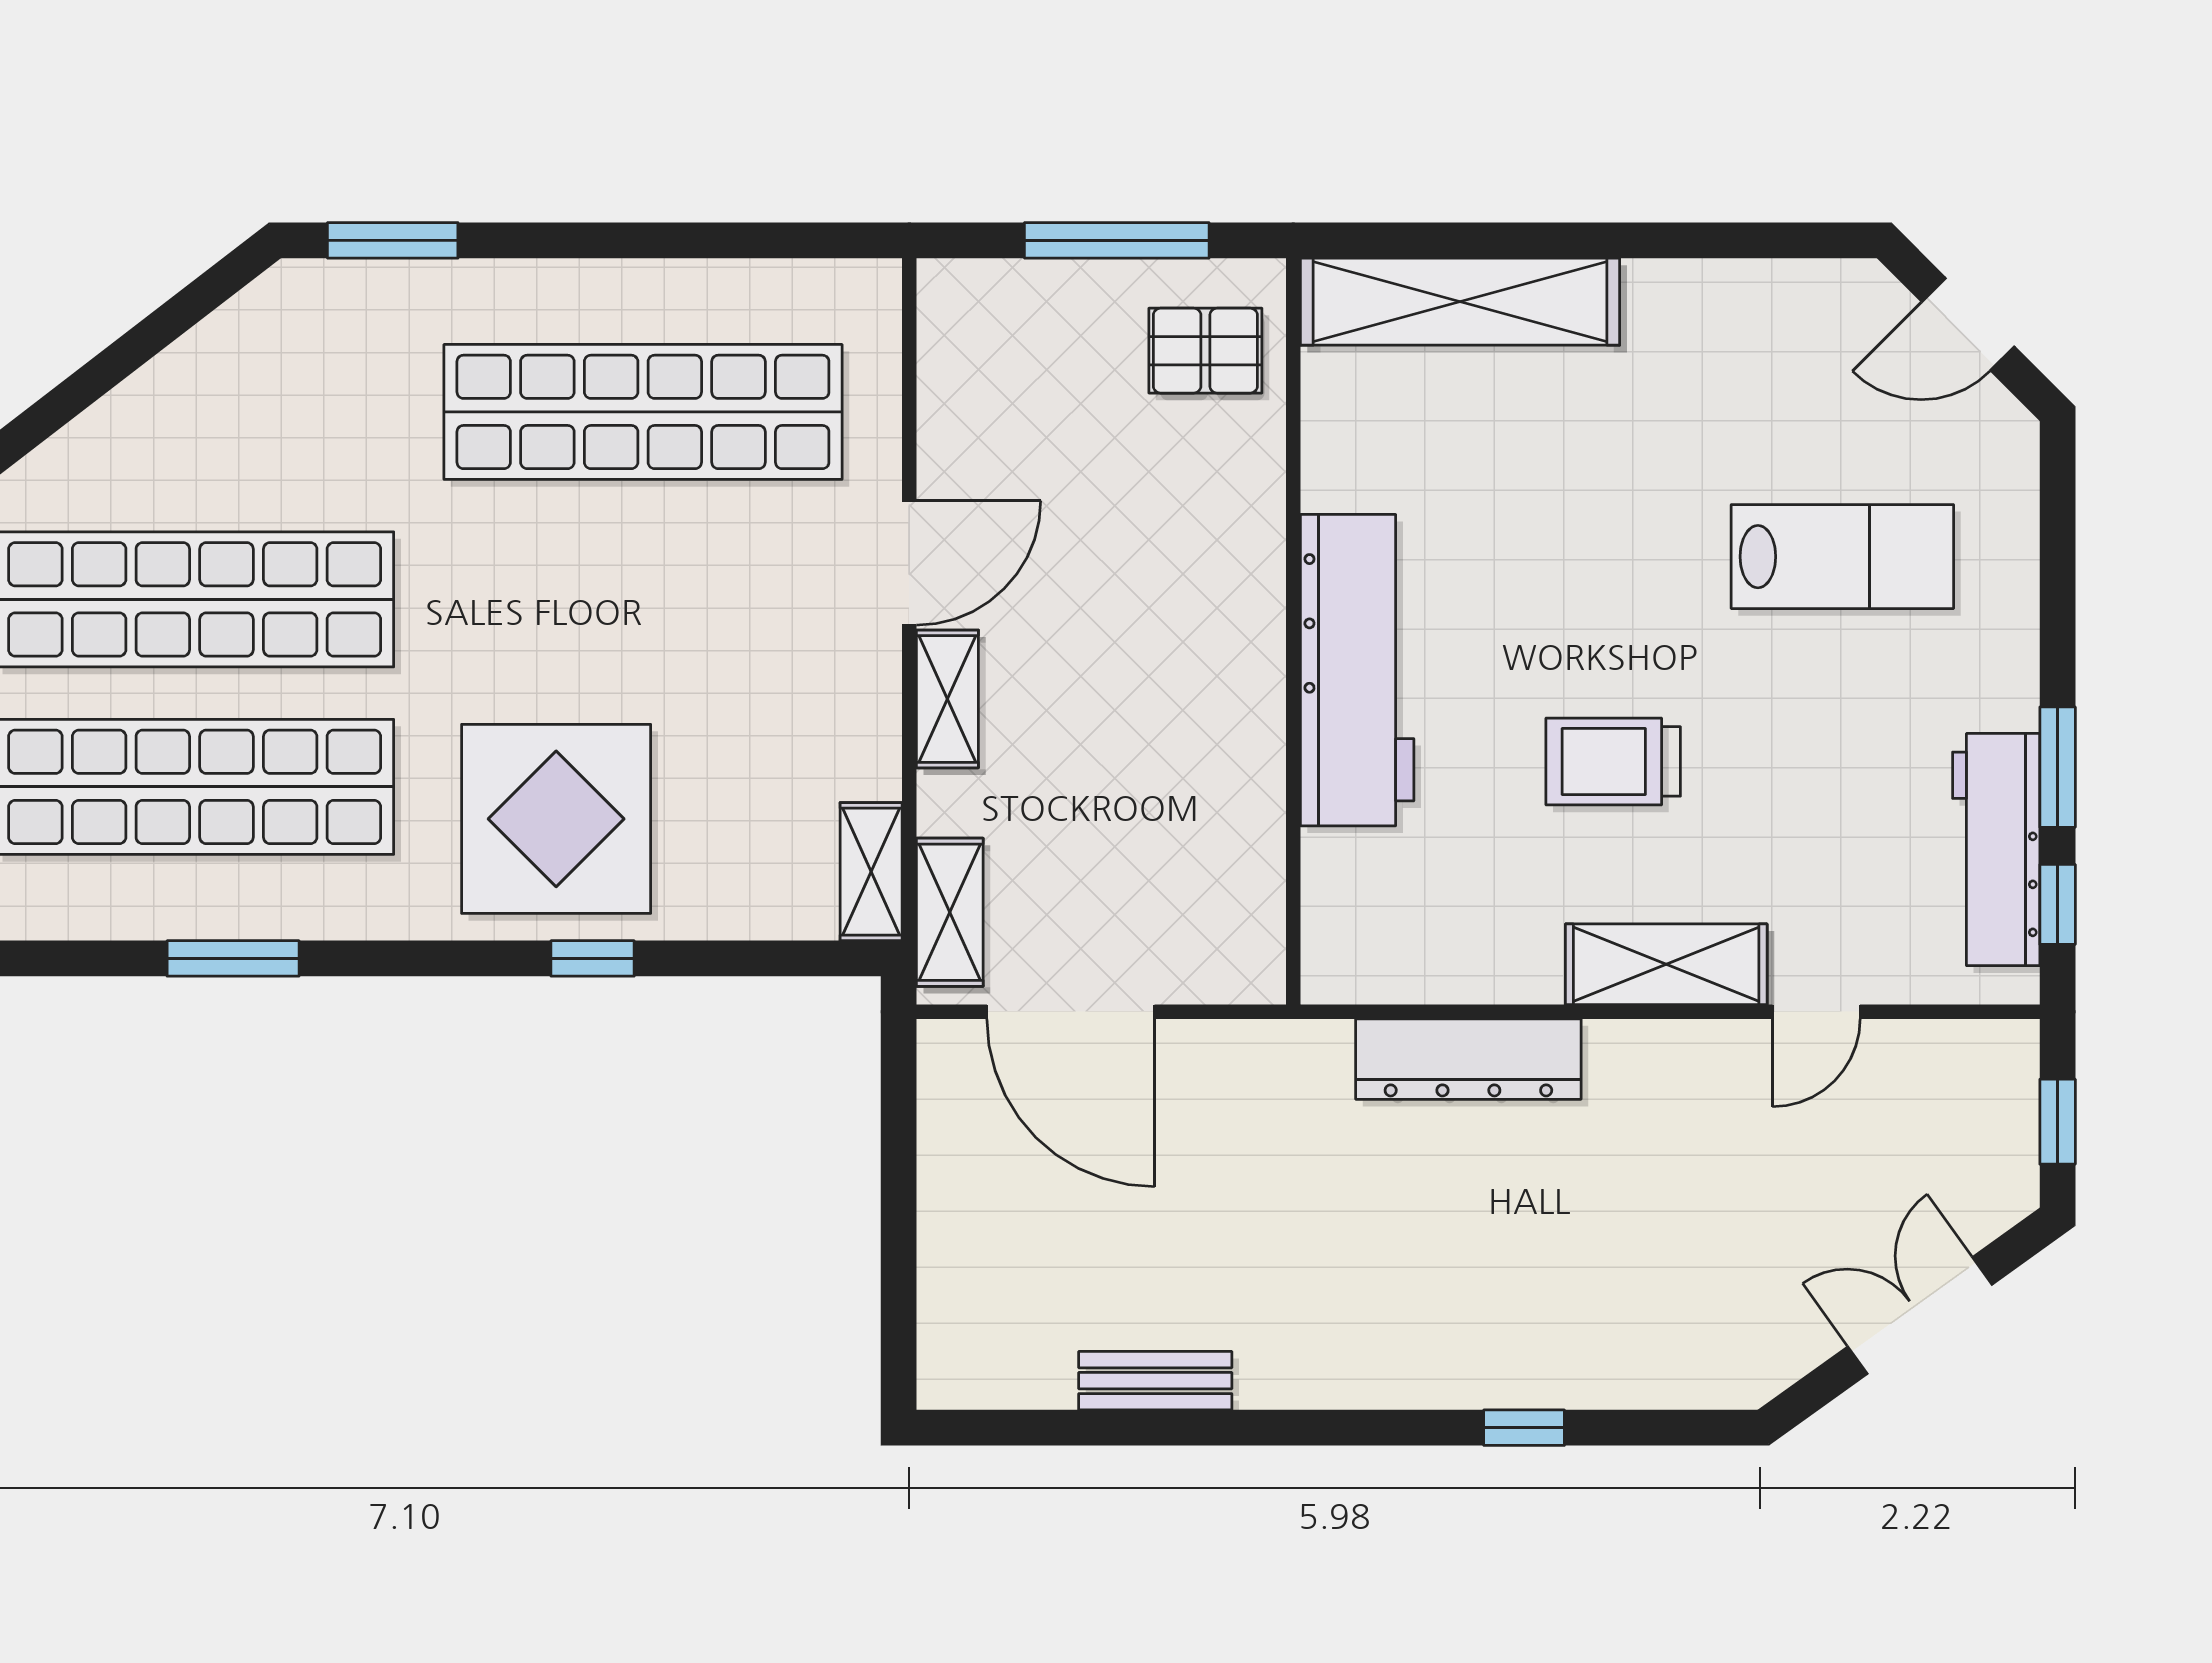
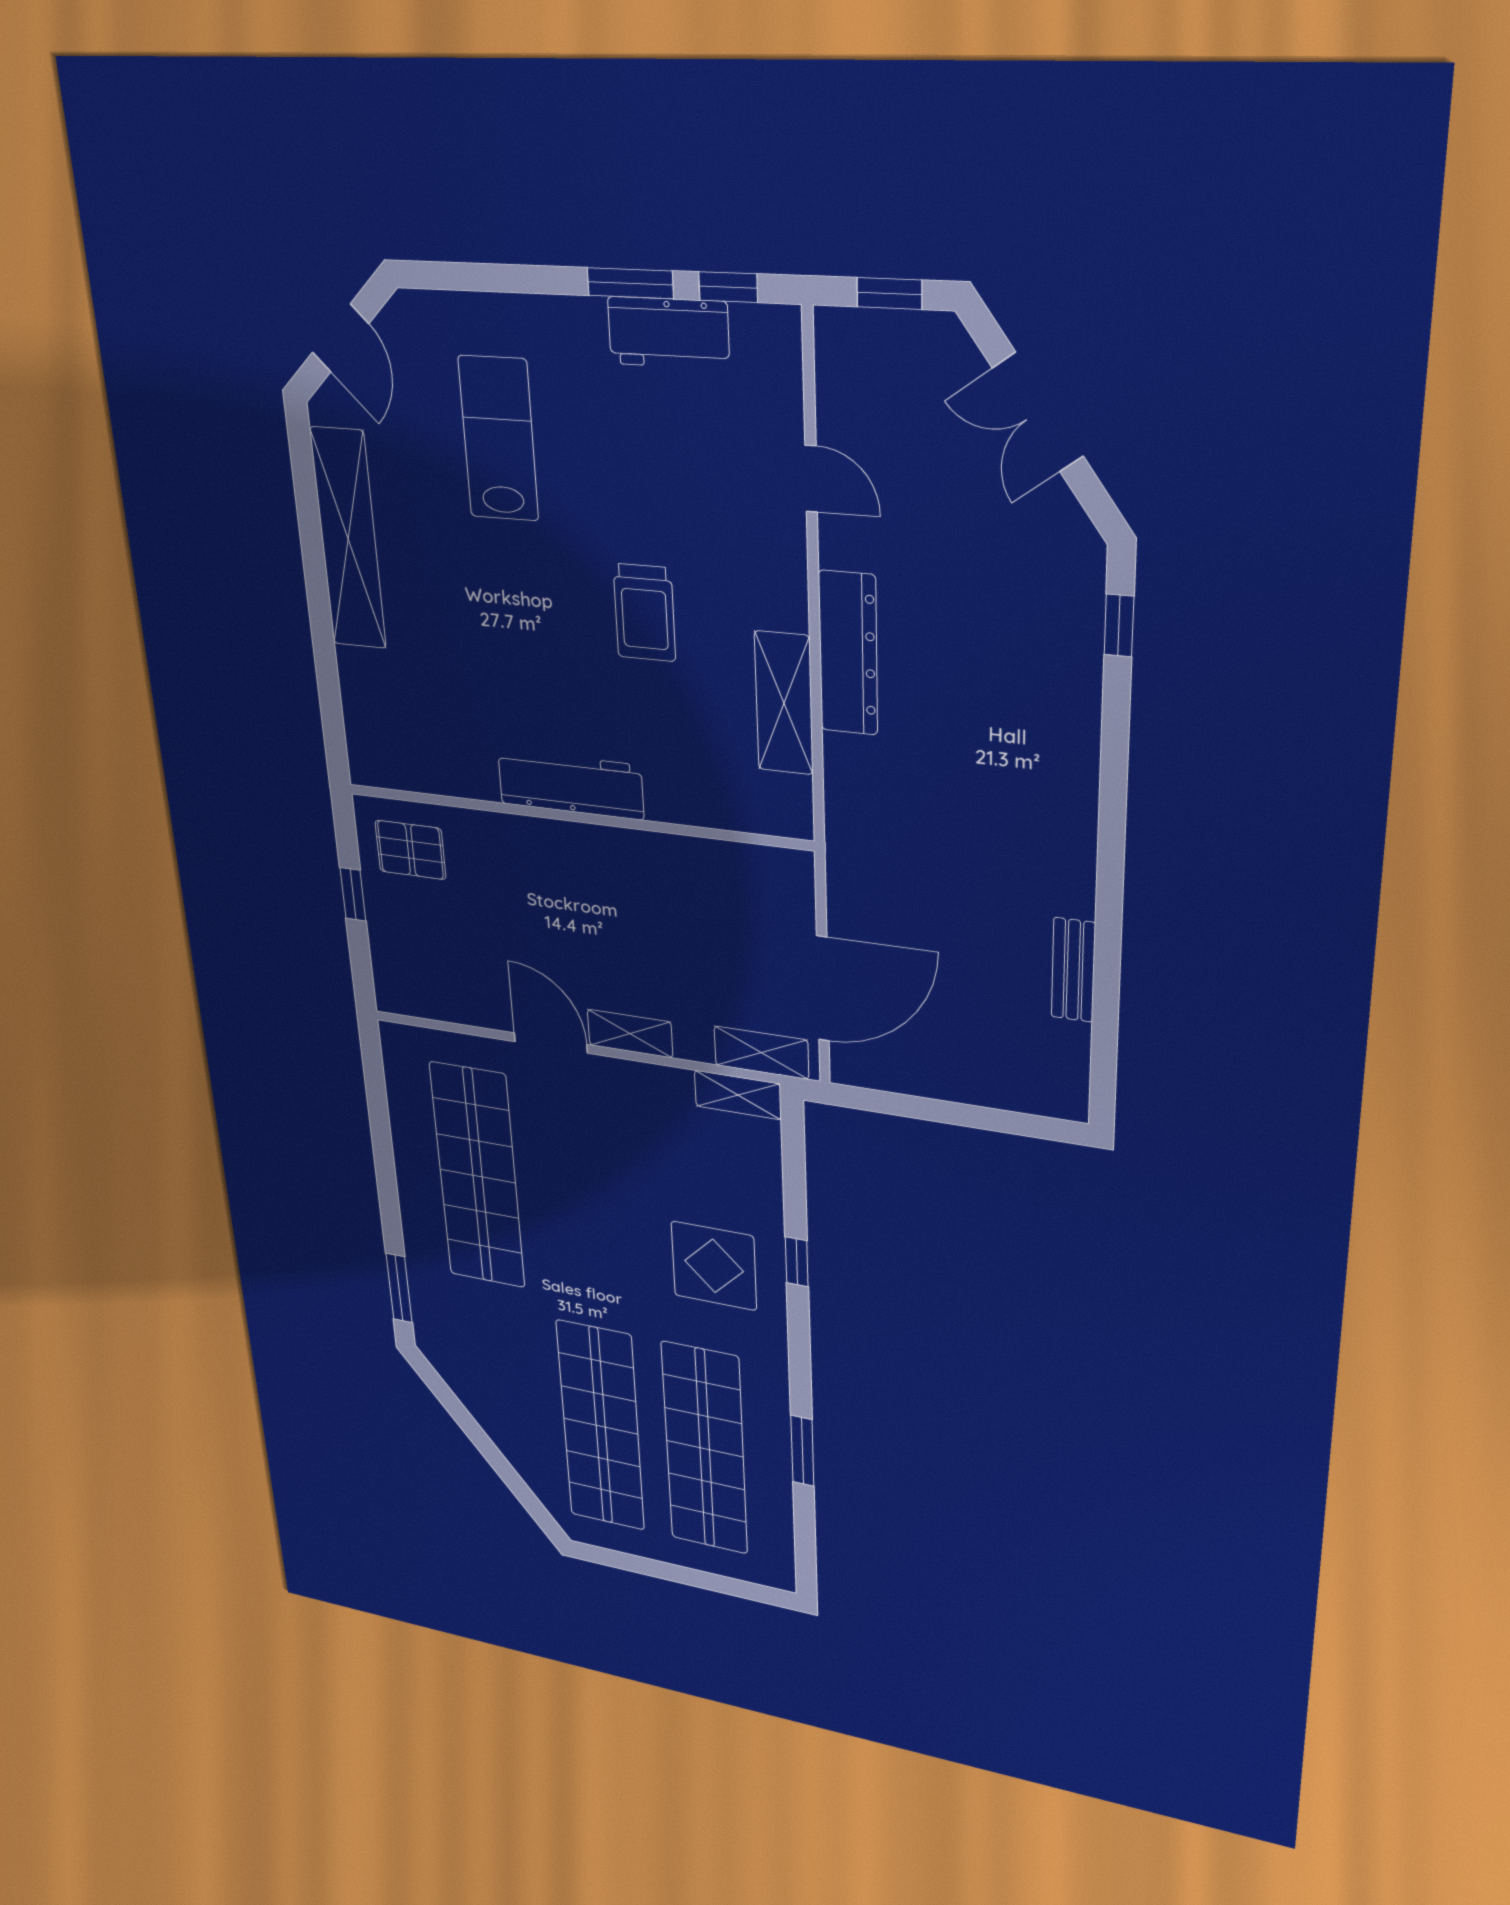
window: (1117, 240) -> (353, 894), width x0.46
shelving: (1460, 302) -> (348, 539), moved
pallet: (1205, 351) -> (410, 850), turned 90
workbench: (1357, 670) -> (570, 785), width x0.73, depth x0.76
display table: (556, 819) -> (714, 1266), width x0.73, depth x0.73
workbench: (1996, 850) -> (668, 333), width x0.73
shelving: (1666, 964) -> (784, 703), moved
dresser: (1468, 1059) -> (848, 653), moved
window: (1524, 1428) -> (1119, 625), moved

